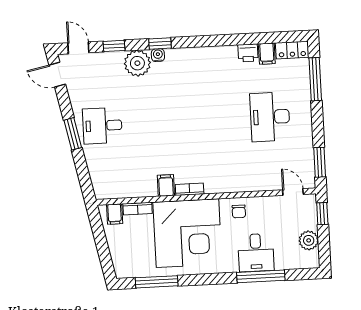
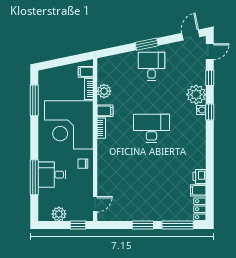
desk: (270, 117) -> (151, 128), moved
window: (320, 162) -> (143, 225), moved
plant: (139, 188) -> (104, 91), added

